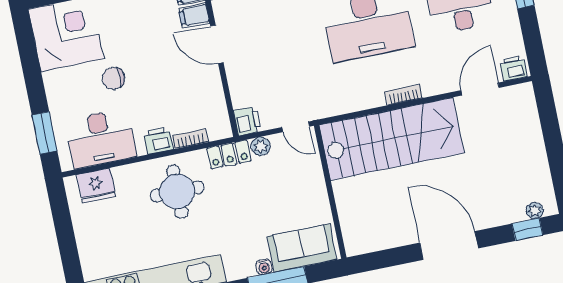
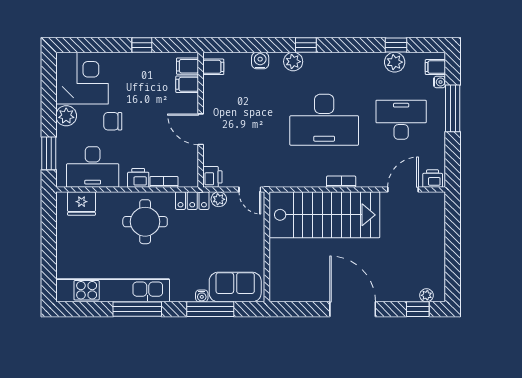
door: (217, 44) -> (201, 129), moved
plant: (56, 83) -> (66, 116), added

